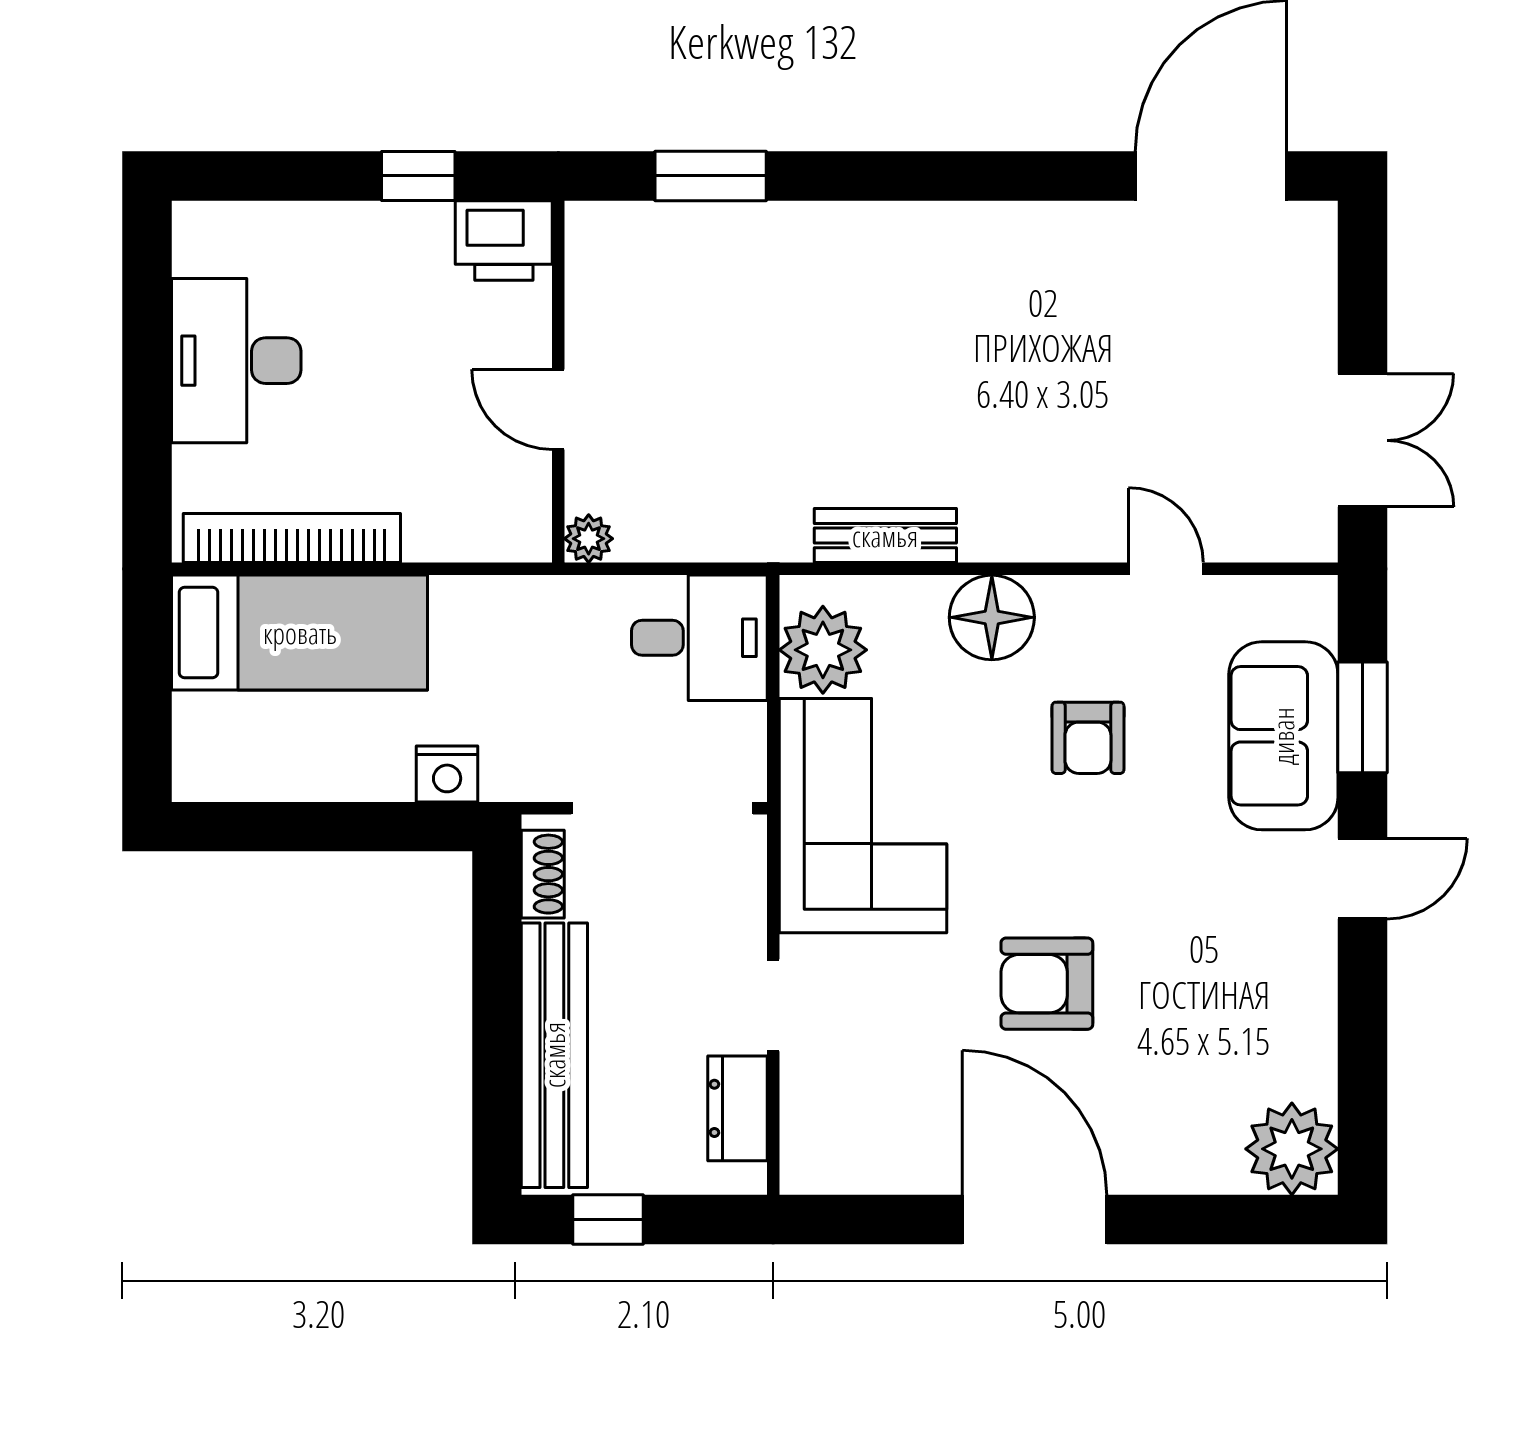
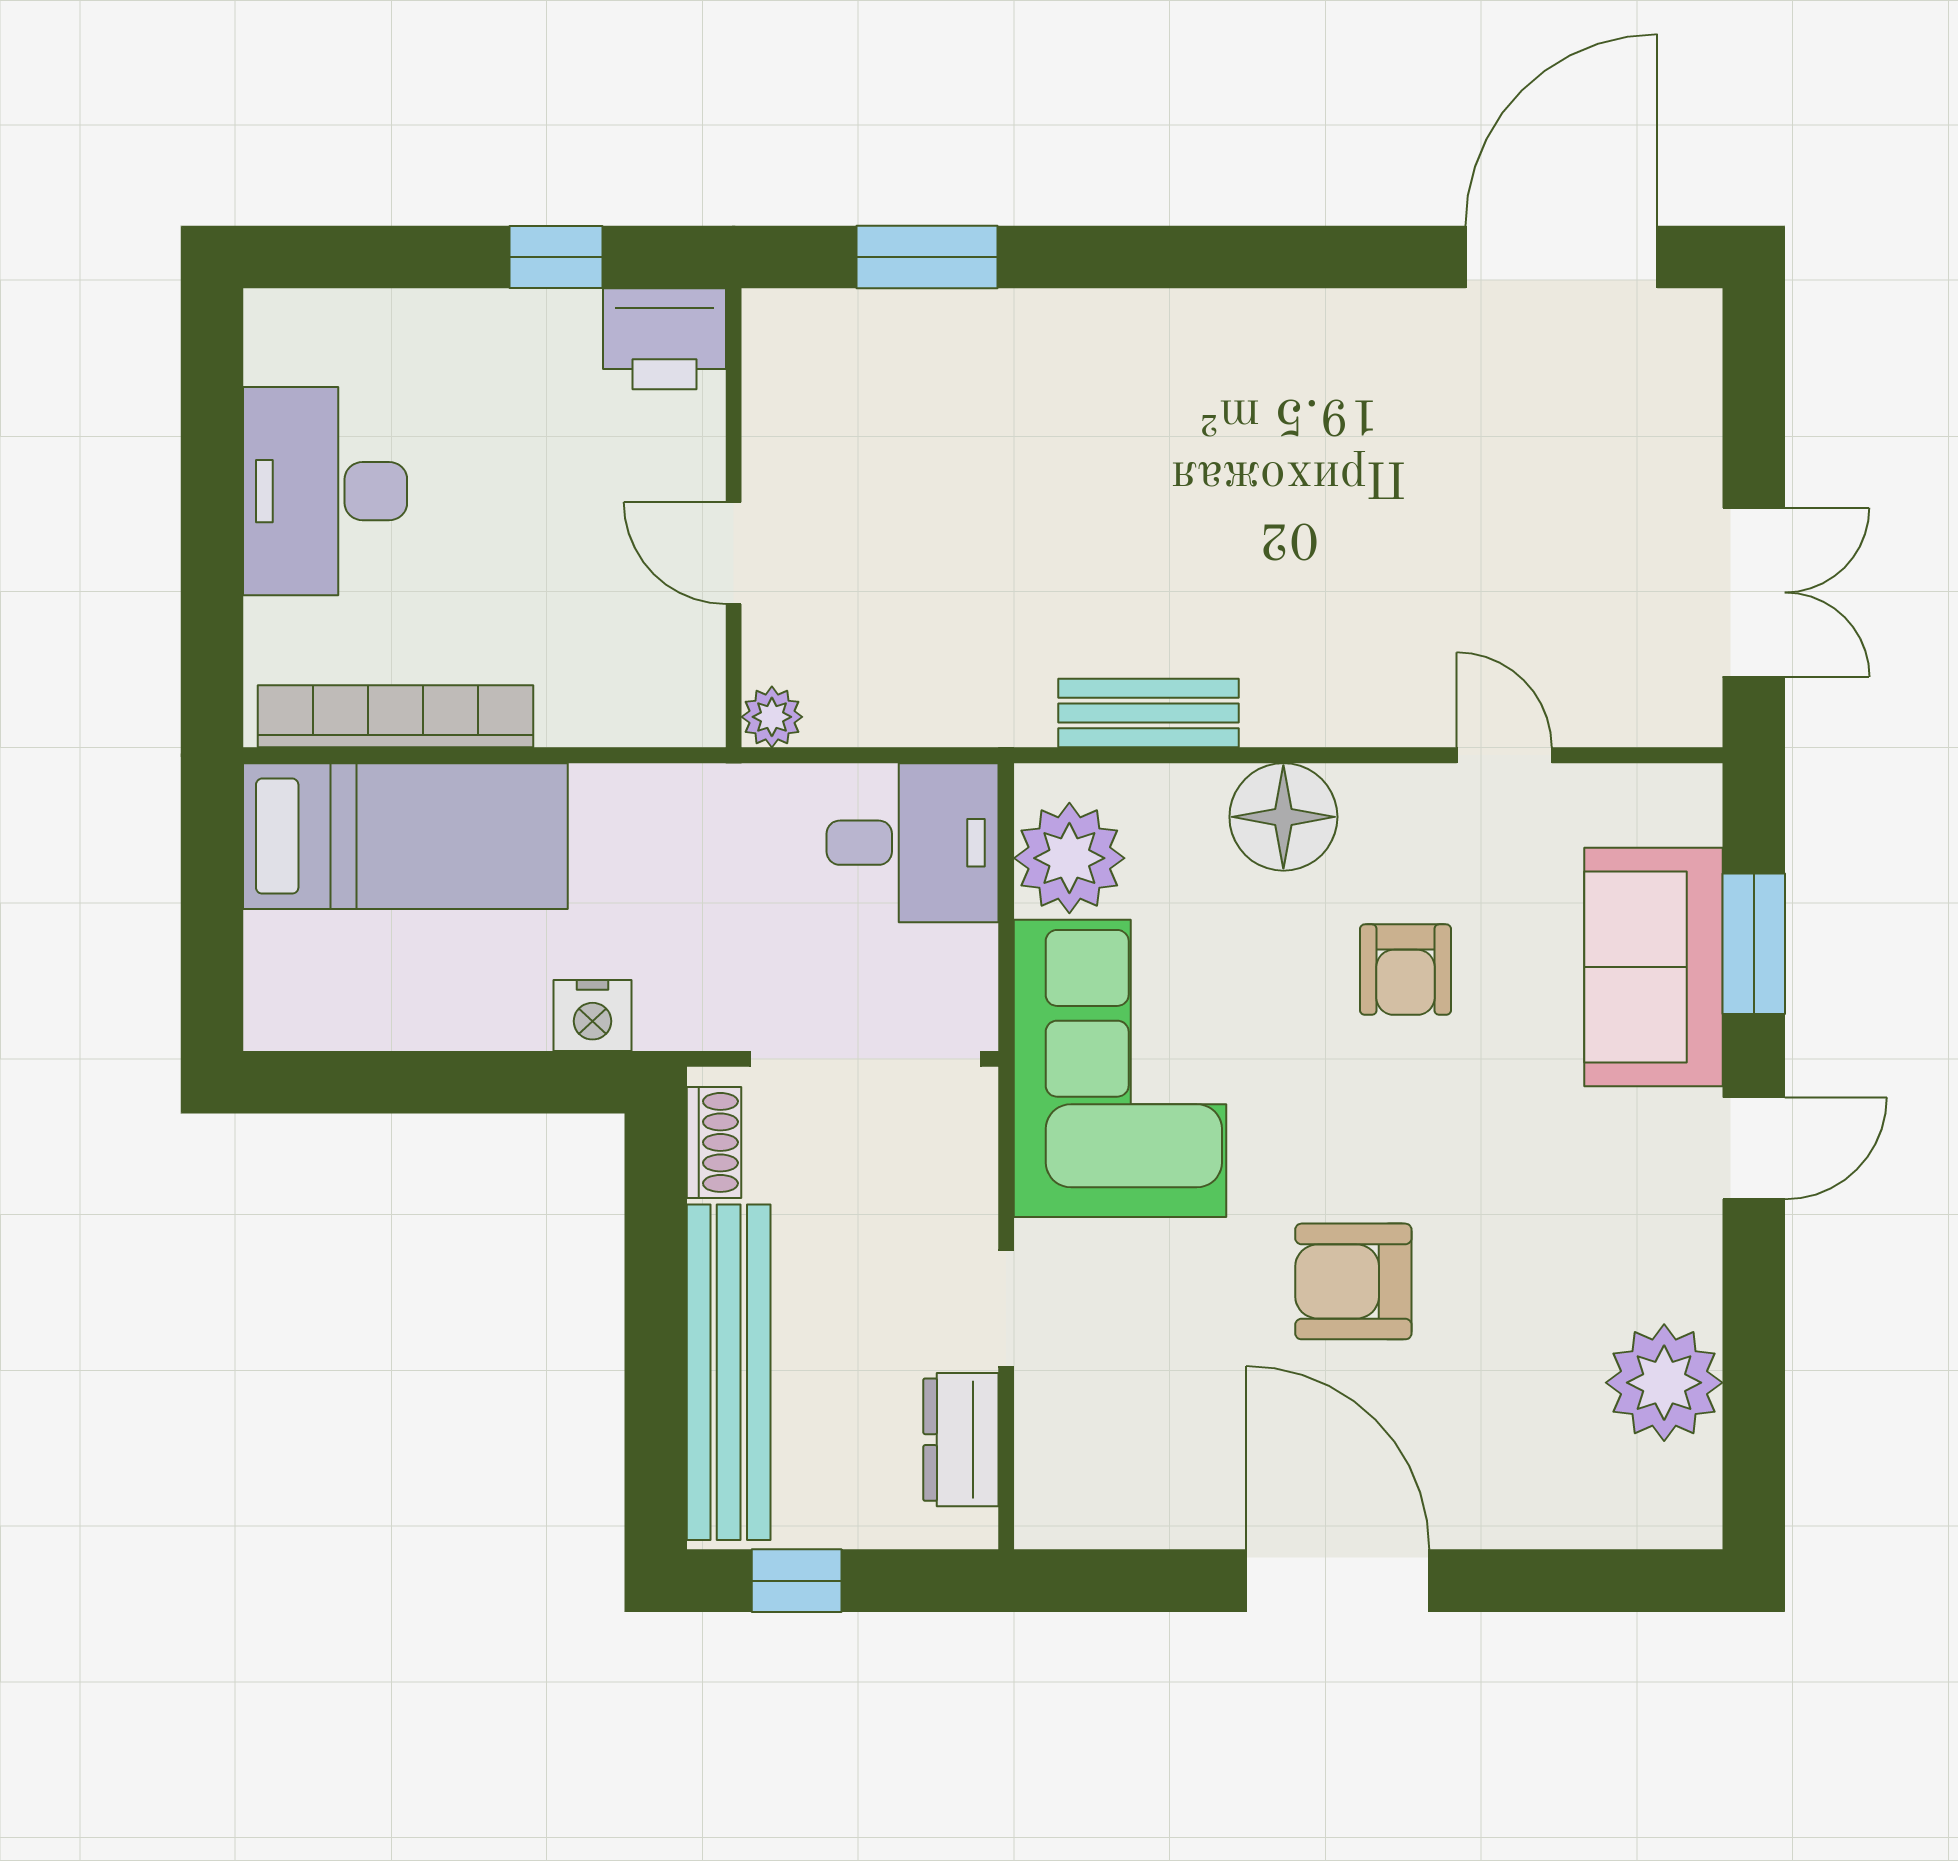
plant: (1292, 1149) -> (1664, 1383), moved

